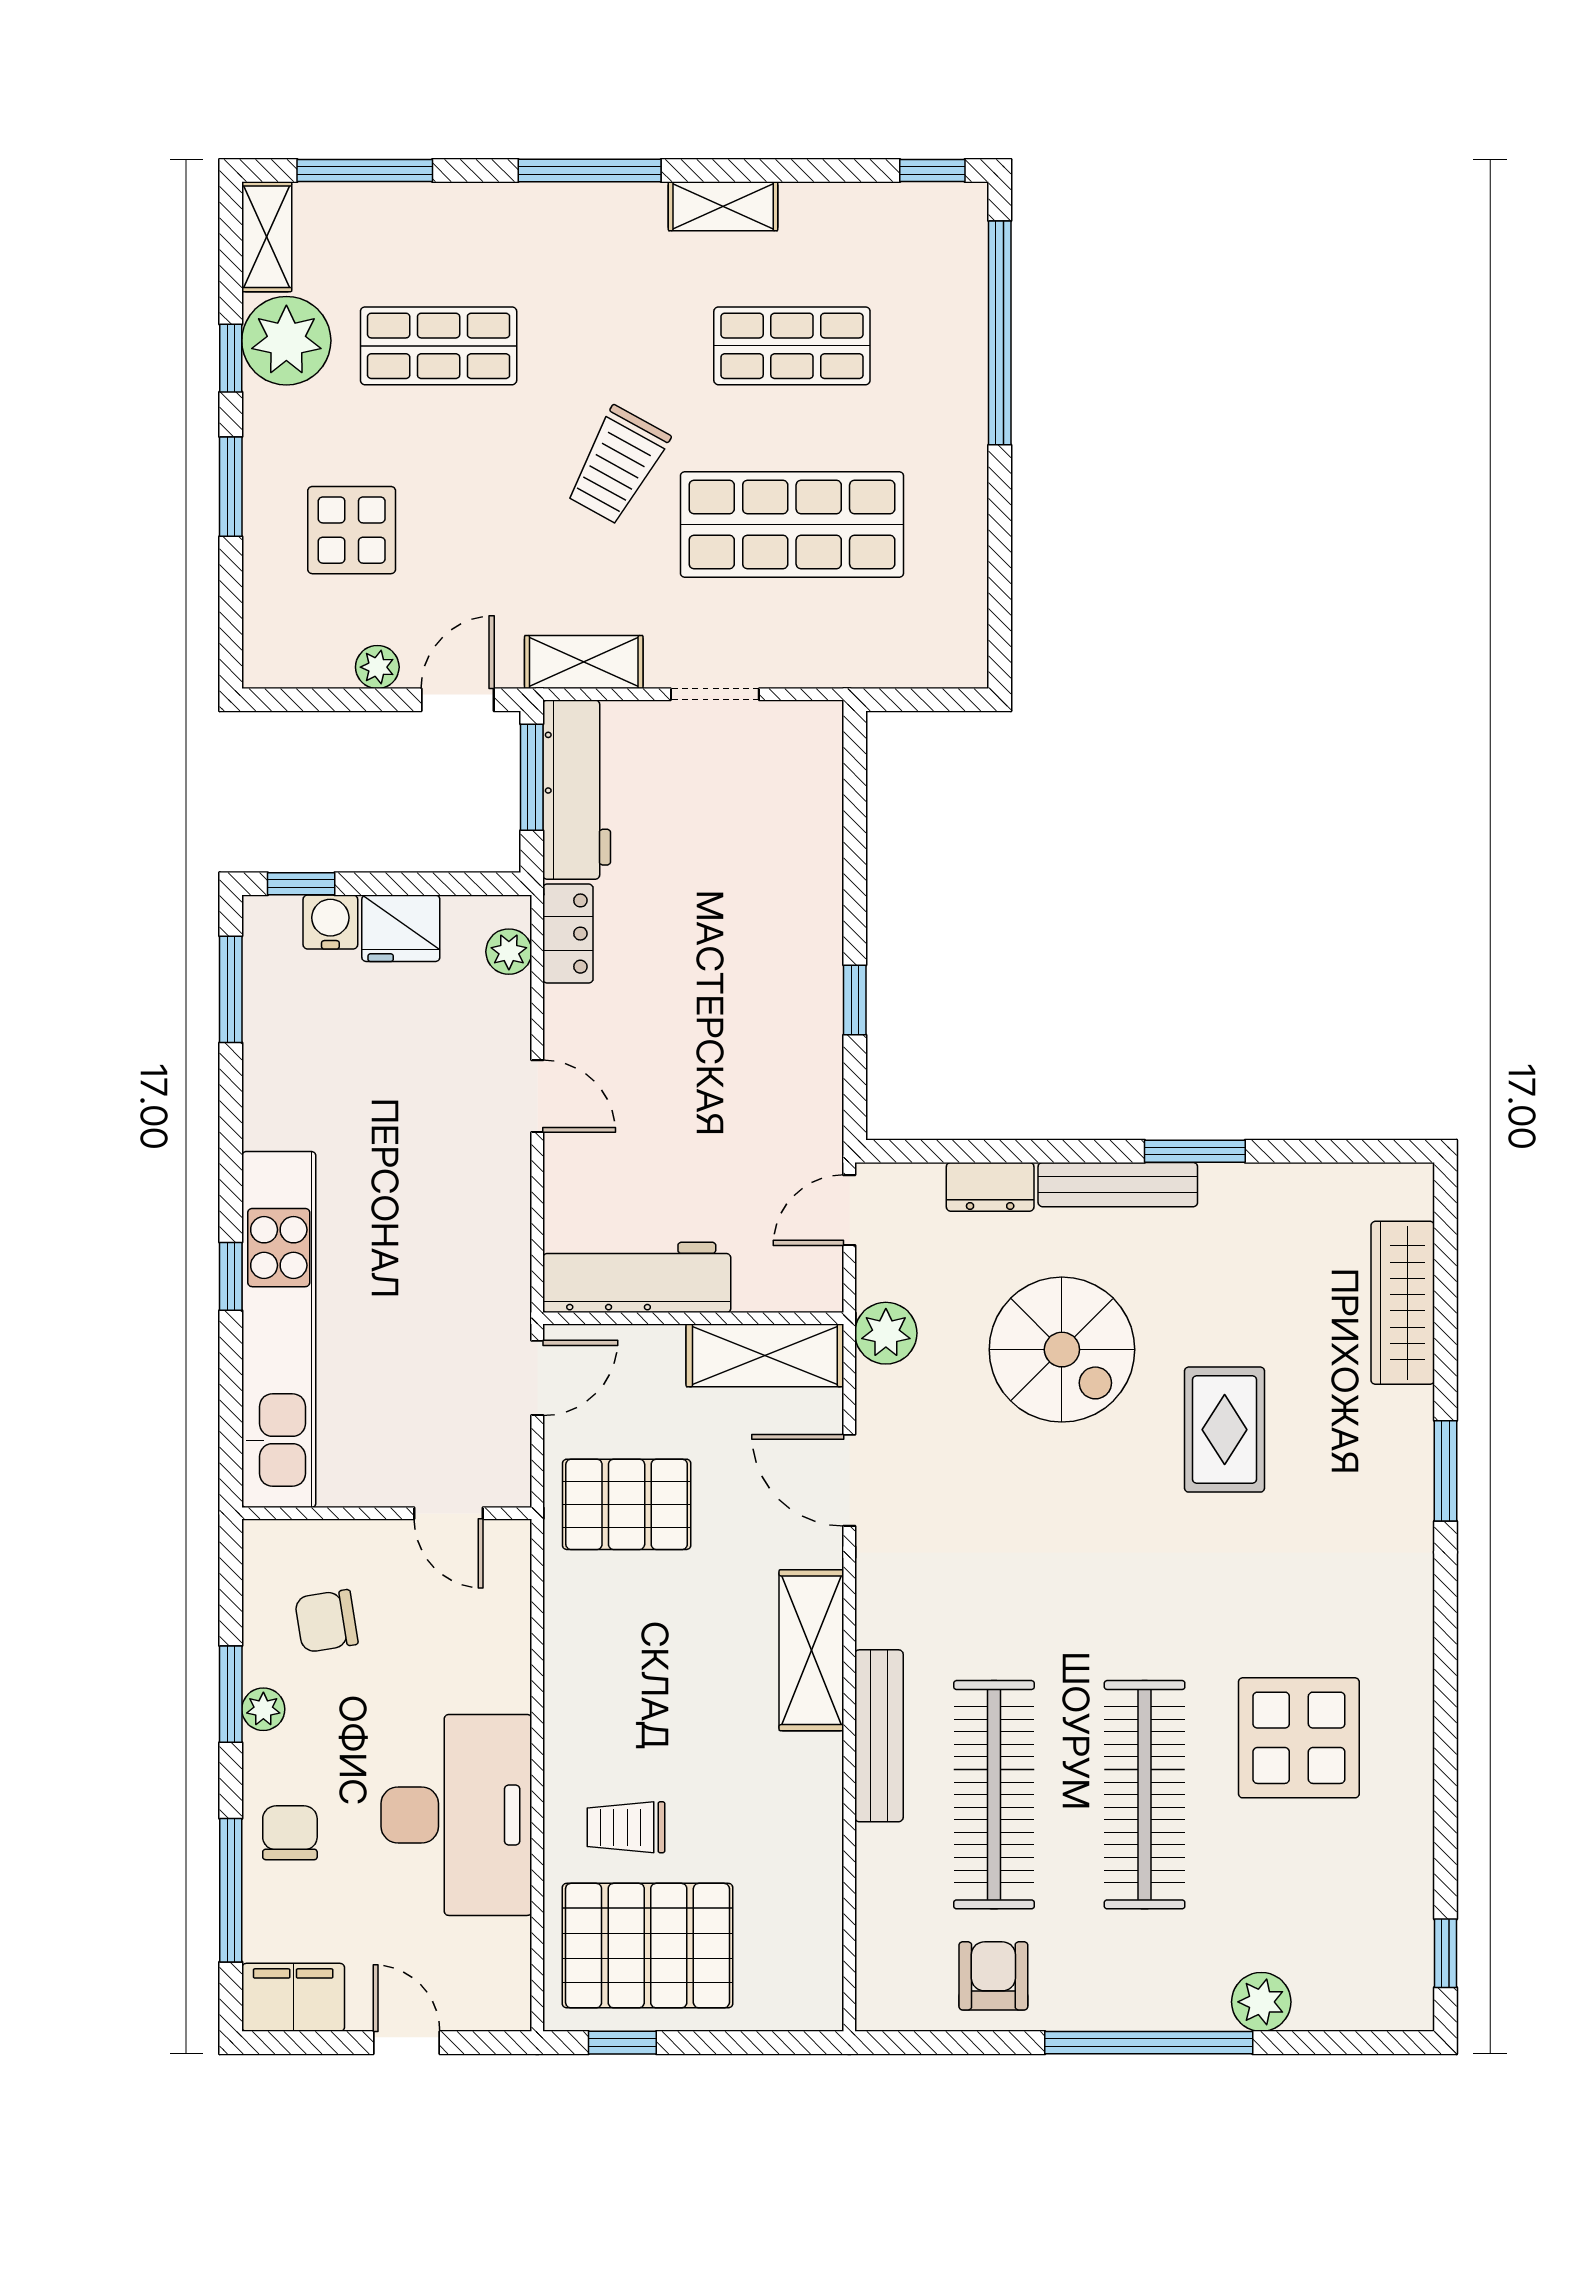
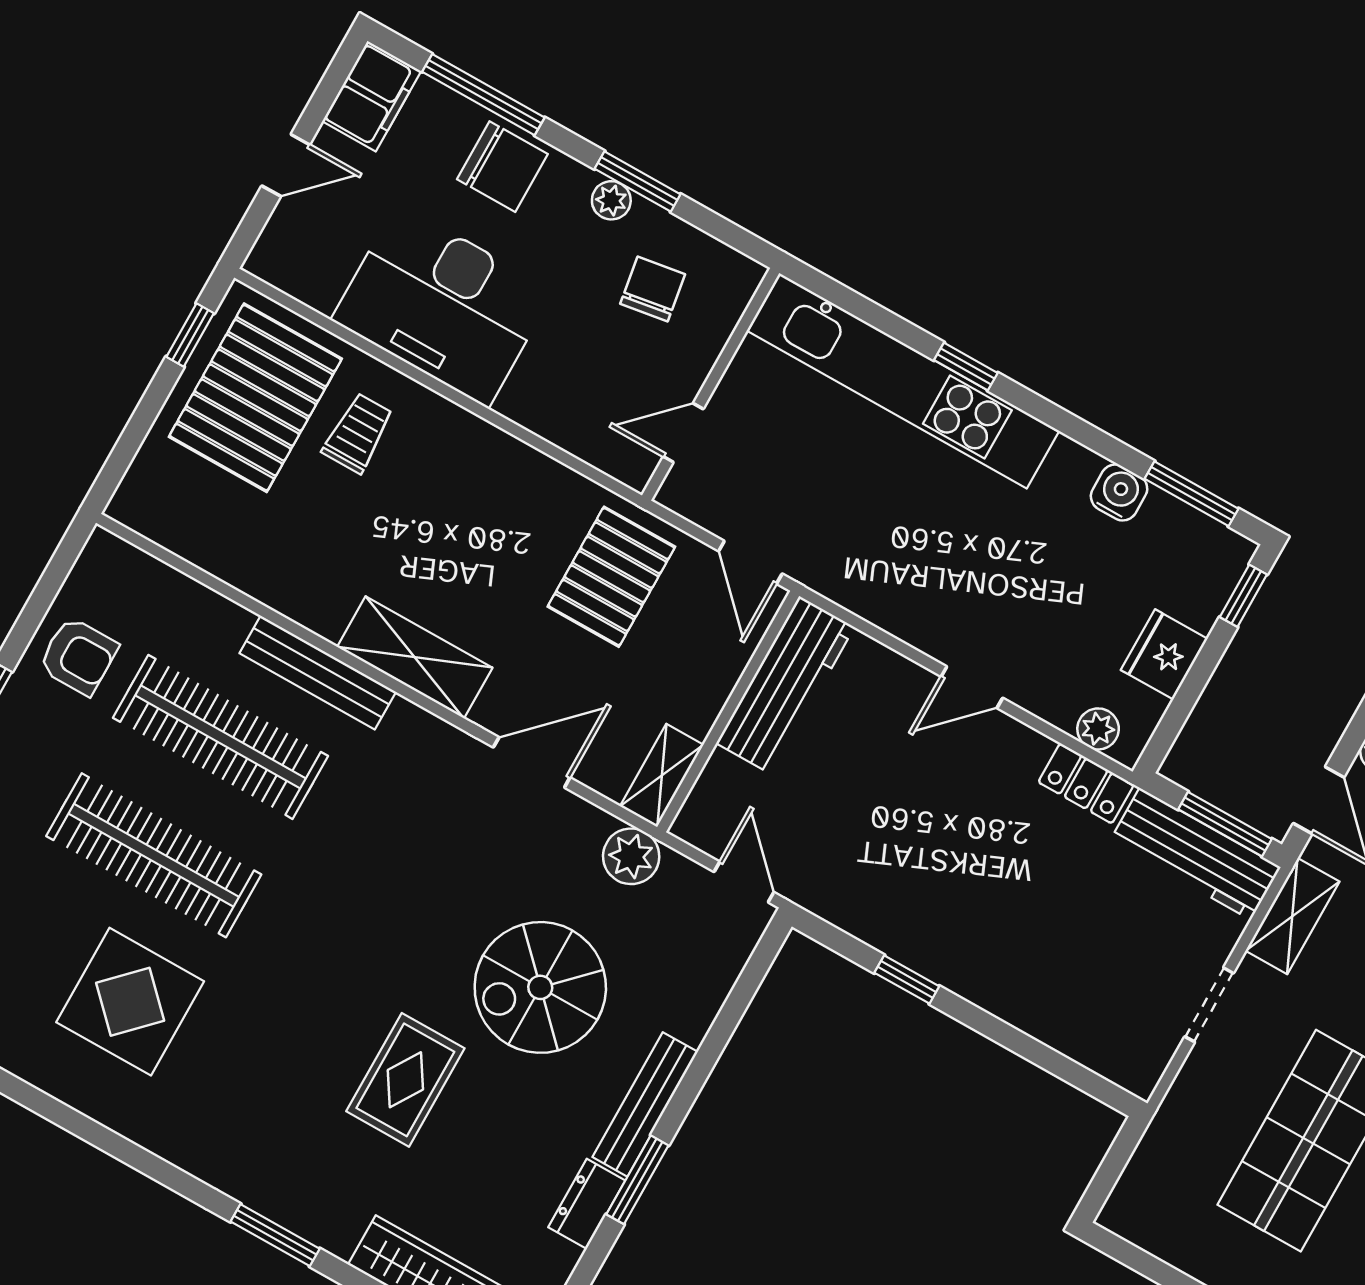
water cooler: (330, 922) -> (1119, 493), moved, turned -90
dresser: (990, 1187) -> (587, 1204), moved
shelving: (765, 1355) -> (662, 775), width x0.67, depth x0.75
rug: (1225, 1430) -> (405, 1080), turned 90
chair: (290, 1833) -> (502, 167), width x1.37, depth x1.37

